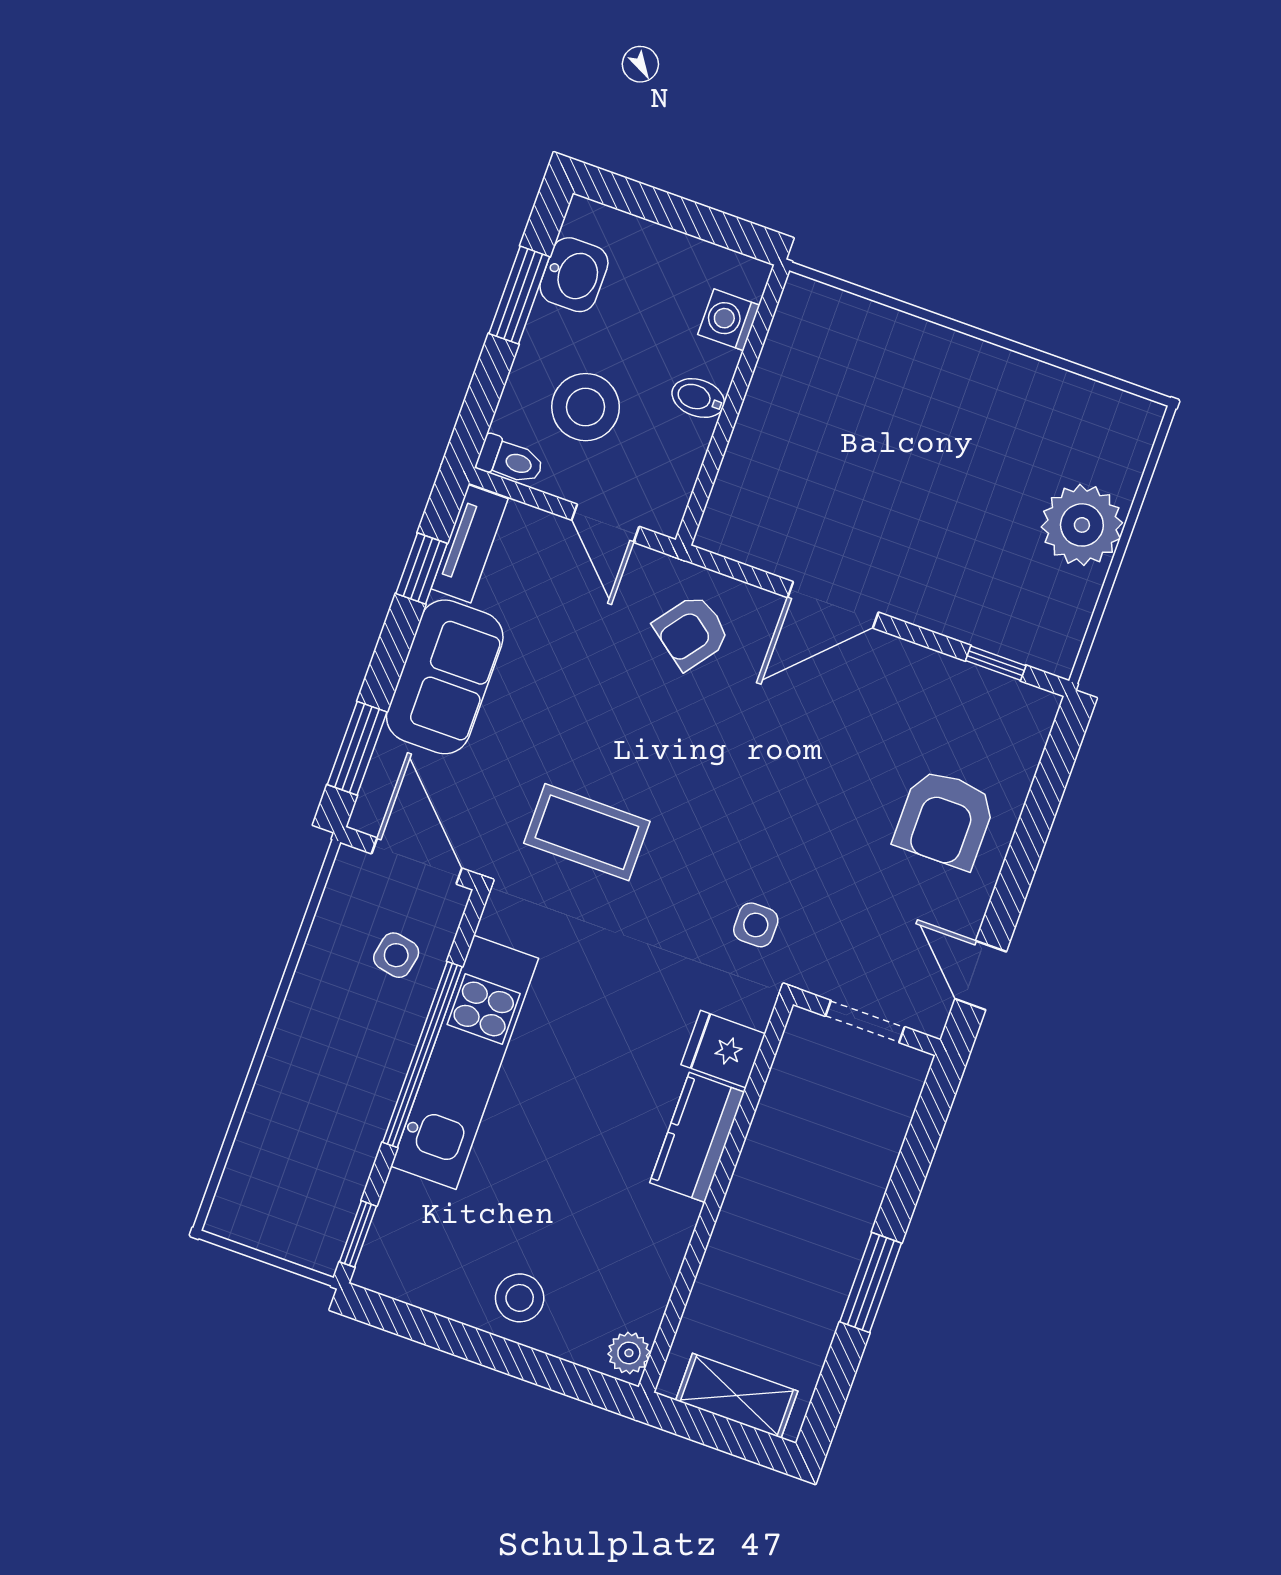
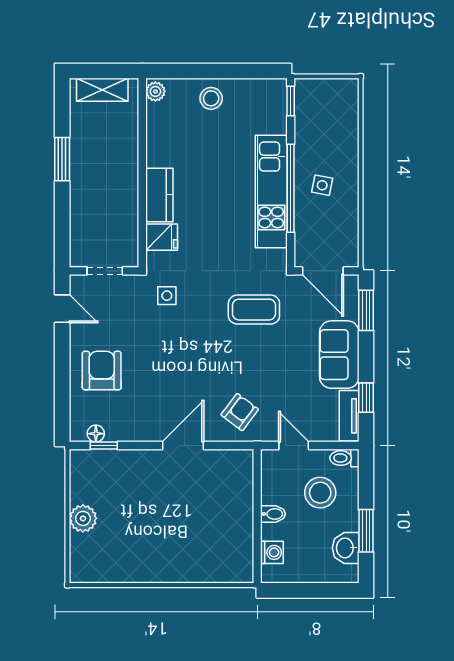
plant: (1082, 525) -> (83, 518), width x0.73, depth x0.73
floor lamp: (1003, 694) -> (96, 434), added
side table: (396, 955) -> (322, 185), moved

